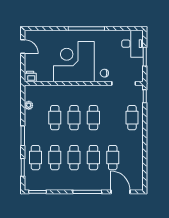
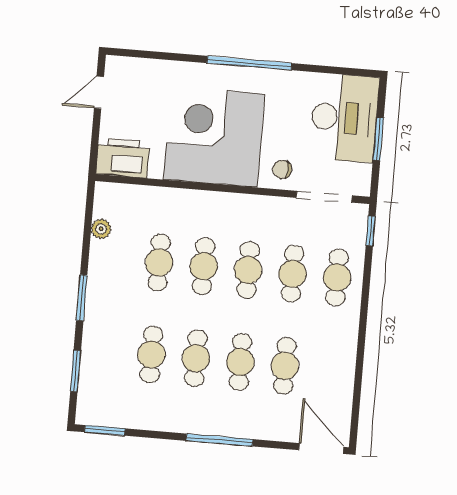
desk: (133, 44) -> (344, 118), width x1.36, depth x1.30
door: (23, 47) -> (99, 92), swing flipped
printer: (30, 76) -> (123, 158), width x1.87, depth x1.48
cafe table: (35, 158) -> (293, 274), moved
door: (120, 192) -> (321, 449), moved

